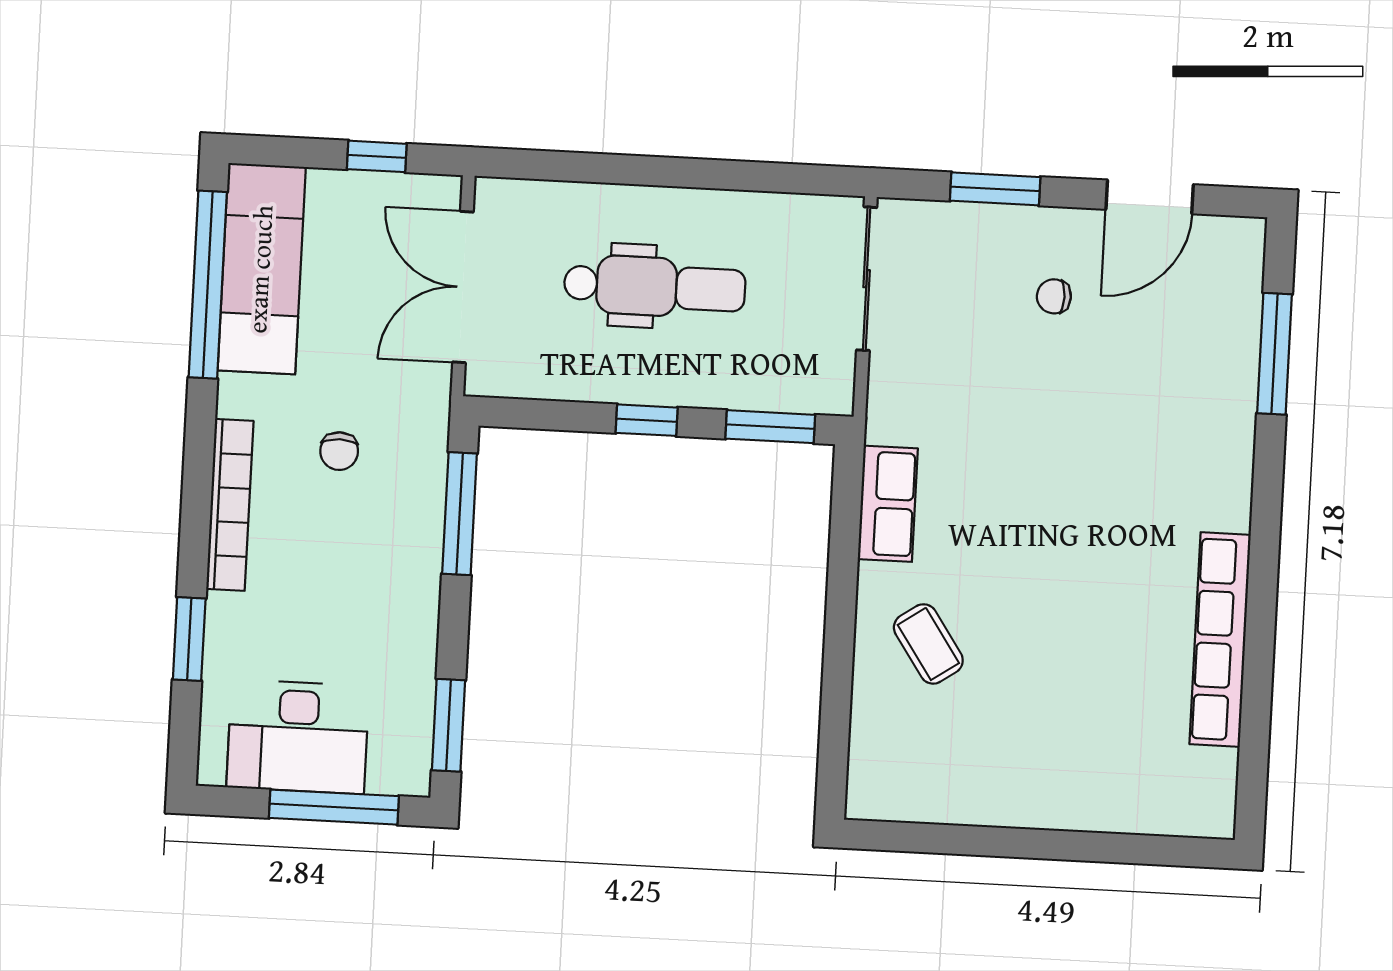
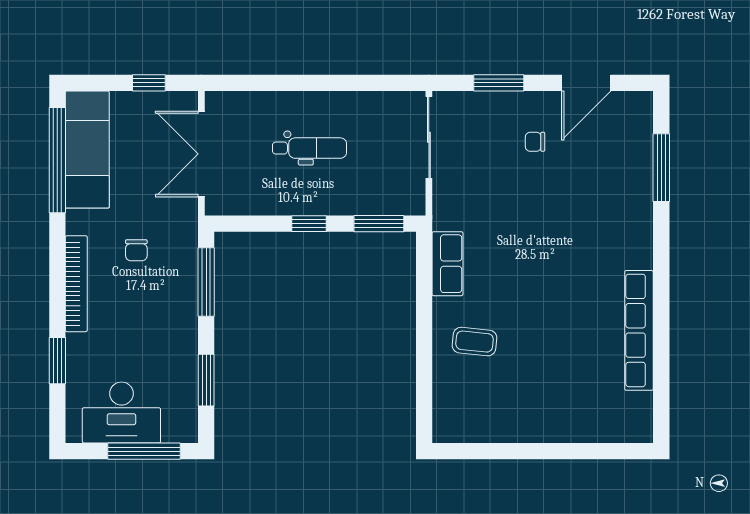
dental chair: (655, 287) -> (310, 148), width x0.73, depth x0.72
coffee table: (928, 644) -> (474, 342), turned -50
window: (448, 725) -> (206, 380), moved

